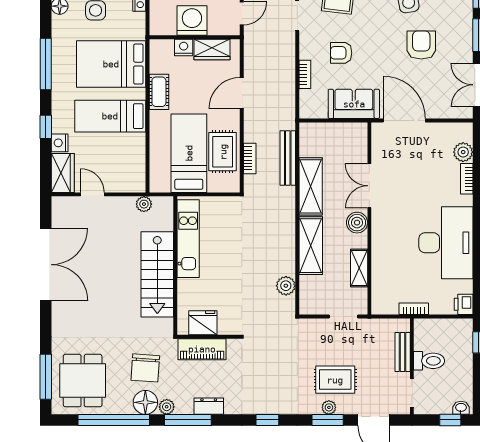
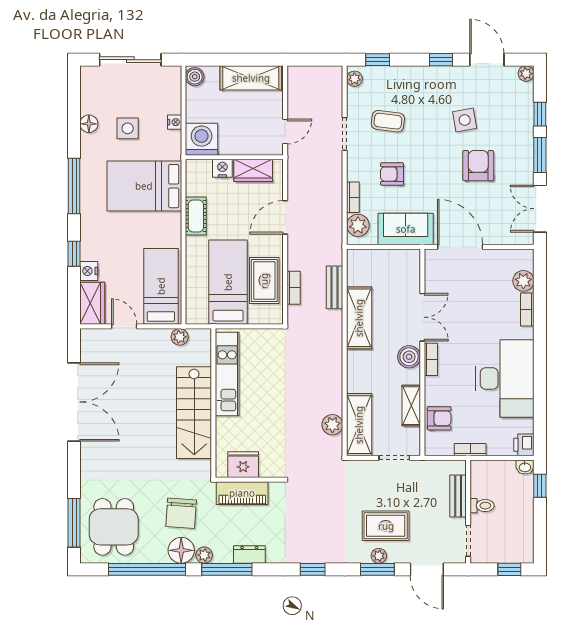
washing machine: (192, 20) -> (202, 139), moved
plant: (310, 100) -> (358, 225), added
bed: (110, 116) -> (161, 286), moved, turned 90
bench: (288, 158) -> (335, 287), width x0.73
double door: (369, 186) -> (422, 317), swing flipped
bookcase: (377, 225) -> (431, 359), added
shelving: (311, 246) -> (359, 425), moved
armchair: (385, 280) -> (439, 418), added
toilet: (429, 361) -> (482, 506), width x0.73, depth x0.72
washbasin: (461, 408) -> (525, 467), moved, turned 180

